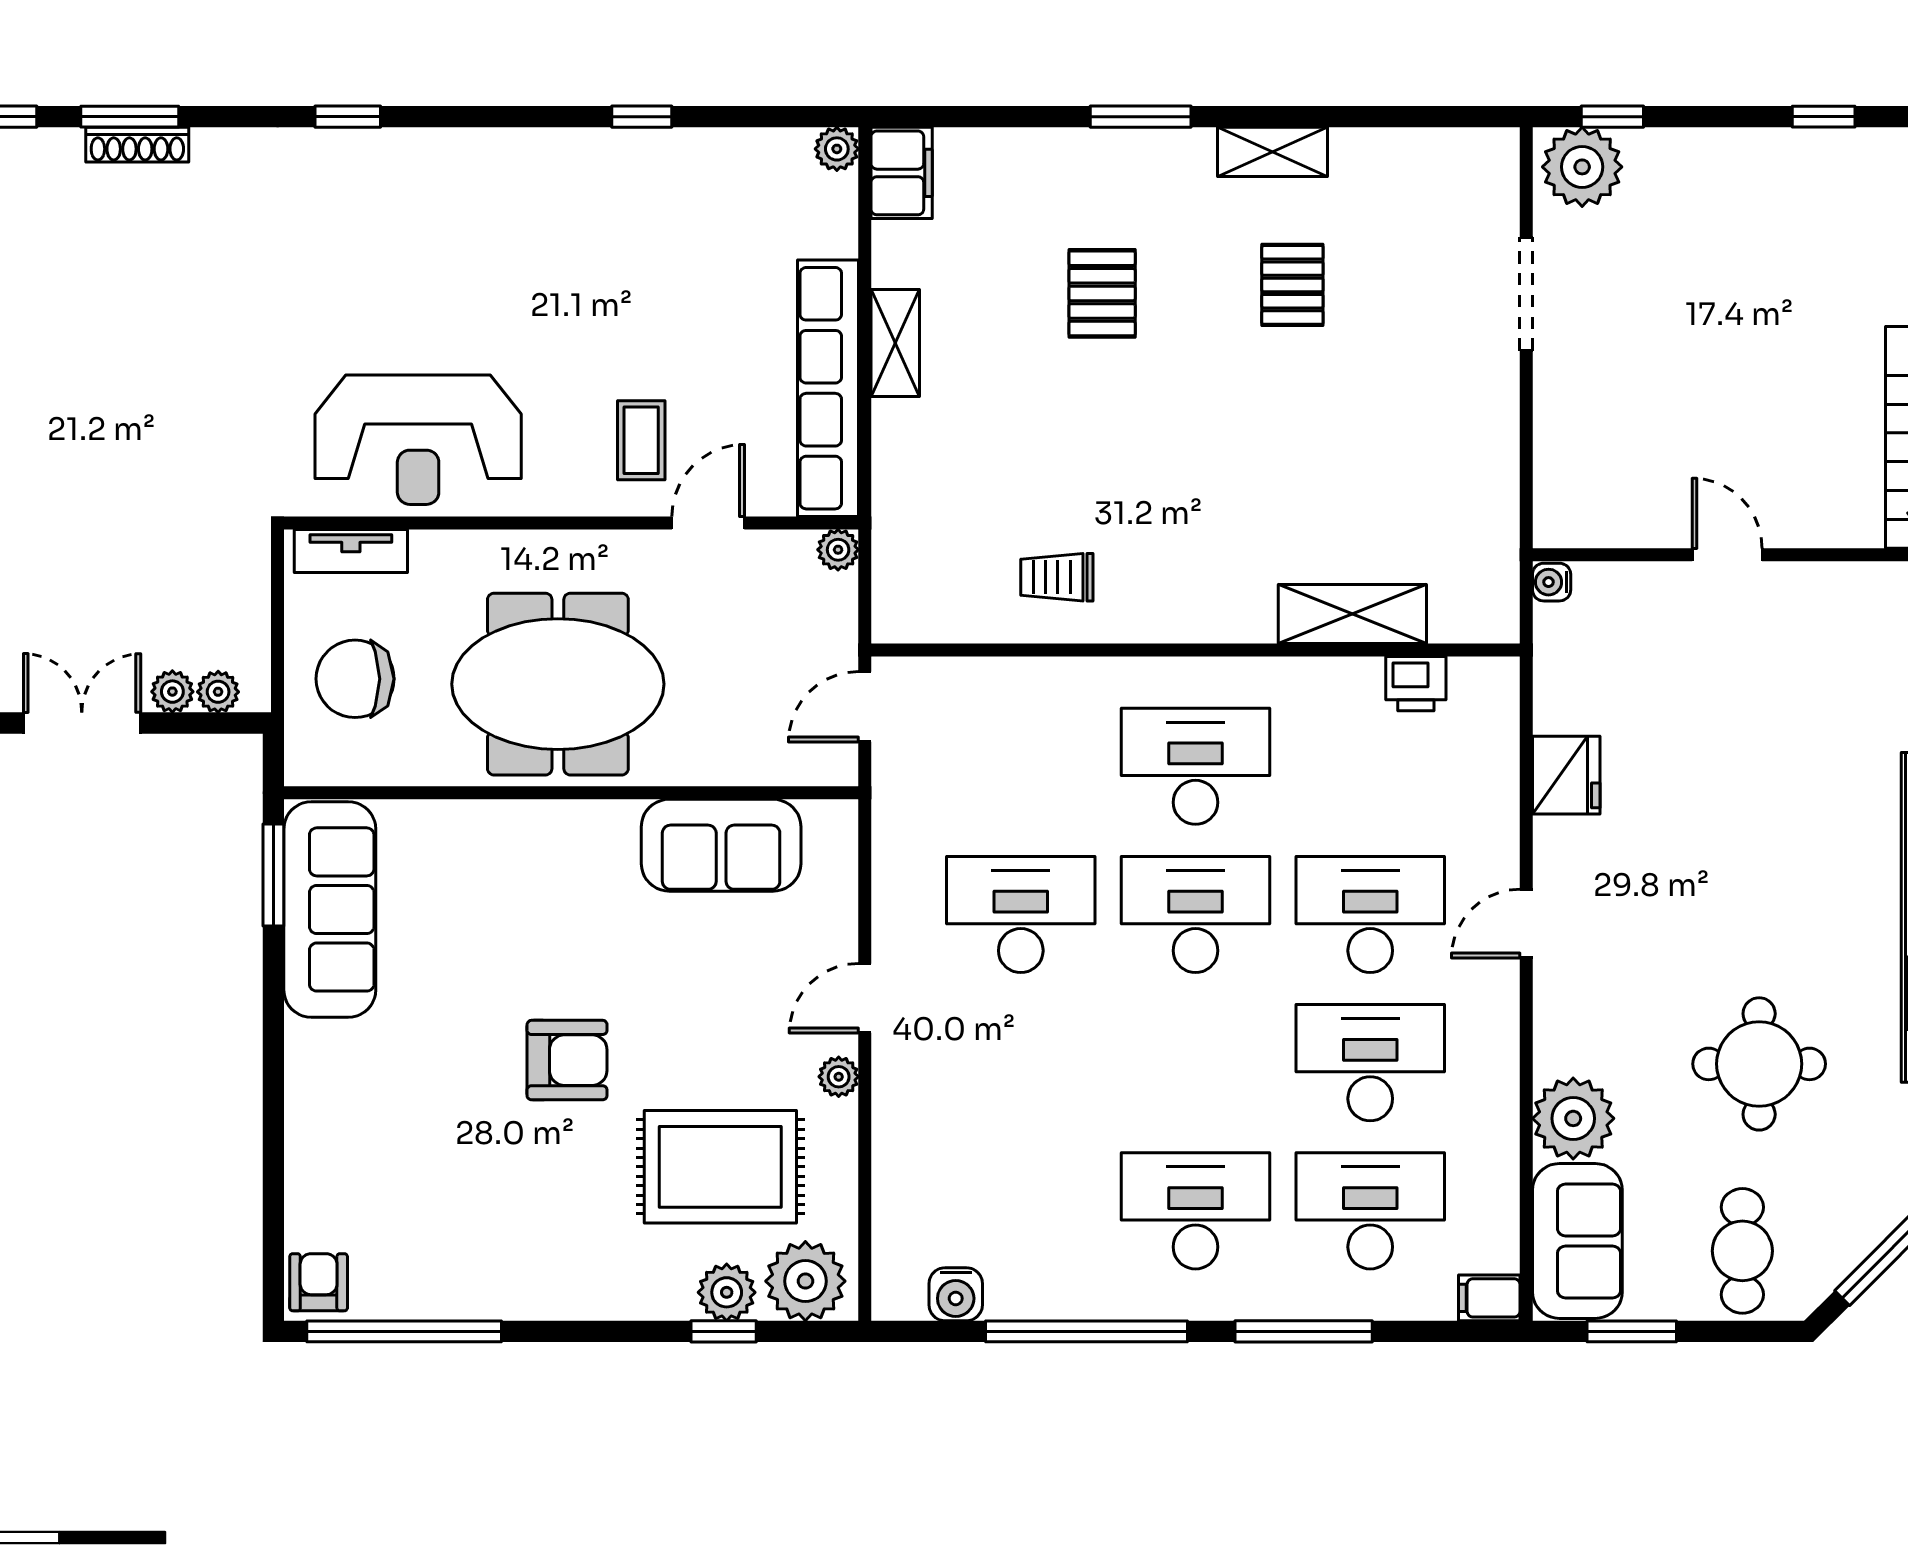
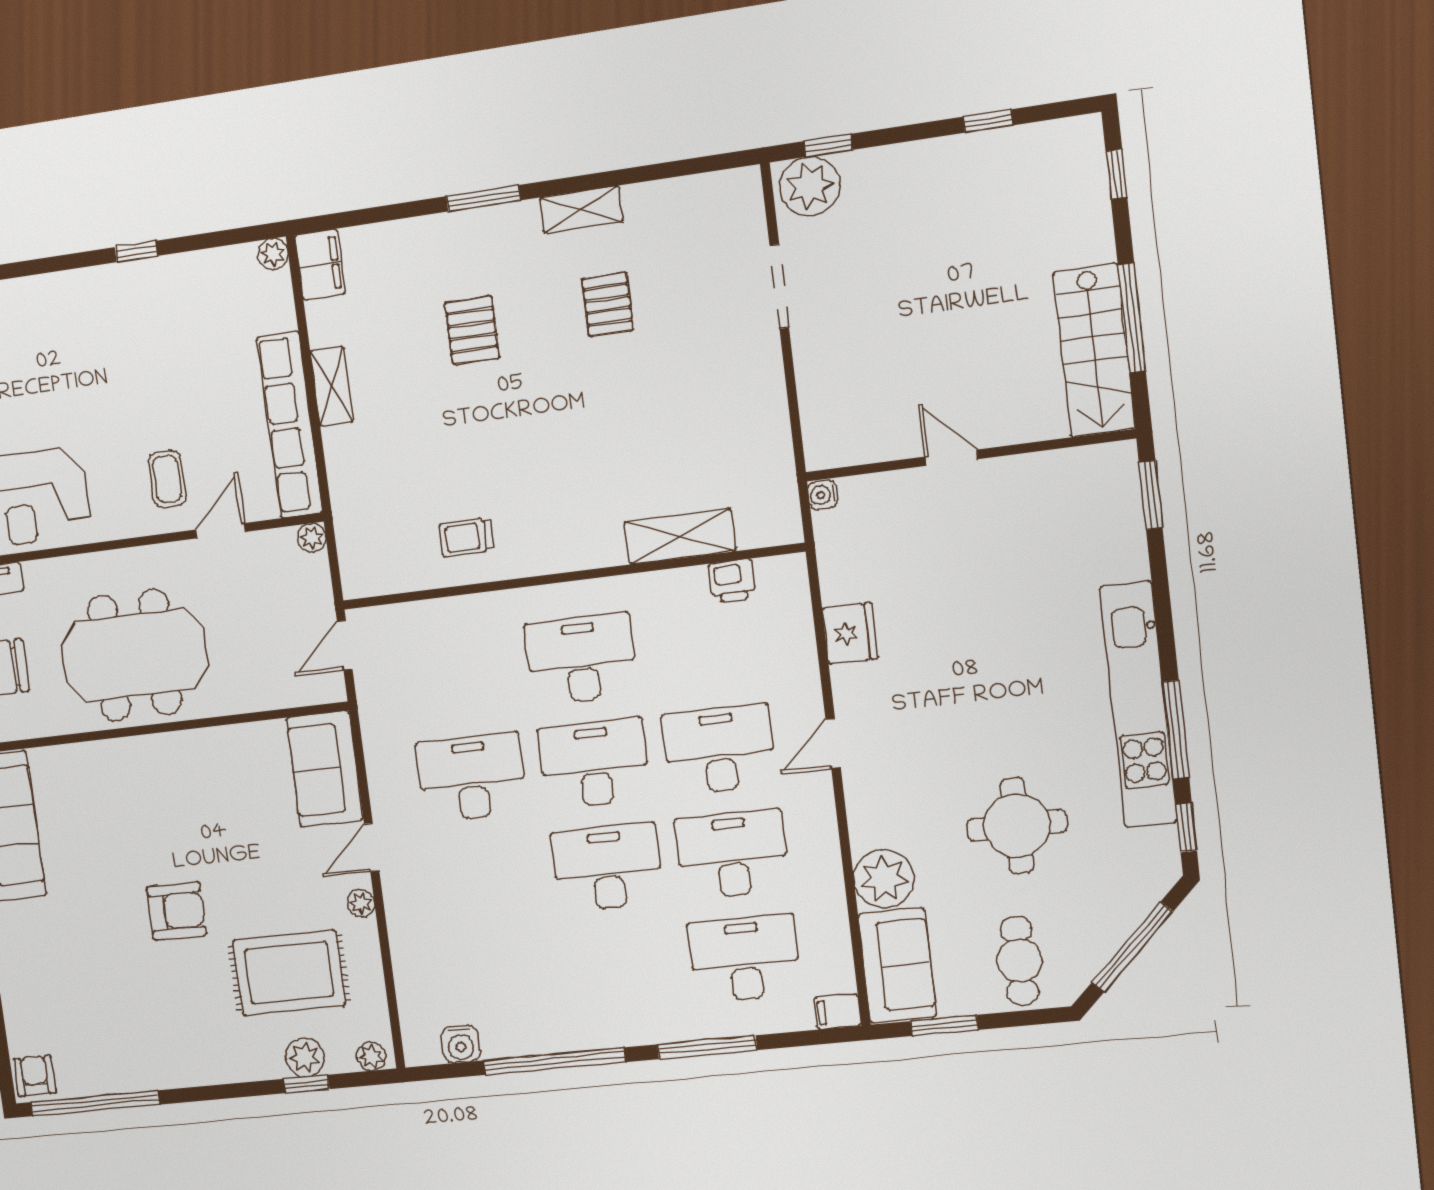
sofa: (721, 845) -> (325, 769), moved, turned 90
desk: (1195, 1211) -> (607, 868), moved
plant: (805, 1281) -> (371, 1056), width x0.53, depth x0.53

